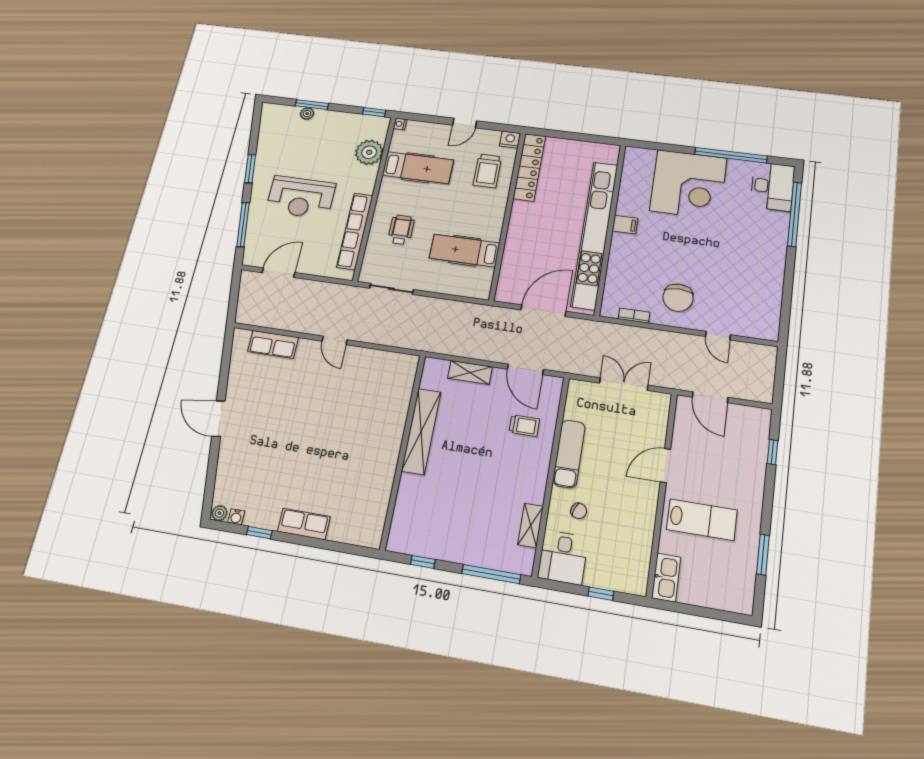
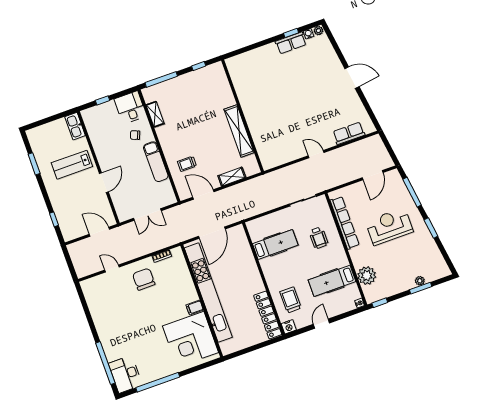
corner desk: (688, 184) -> (191, 339), moved, turned -90
row of seats: (304, 524) -> (291, 43), moved

